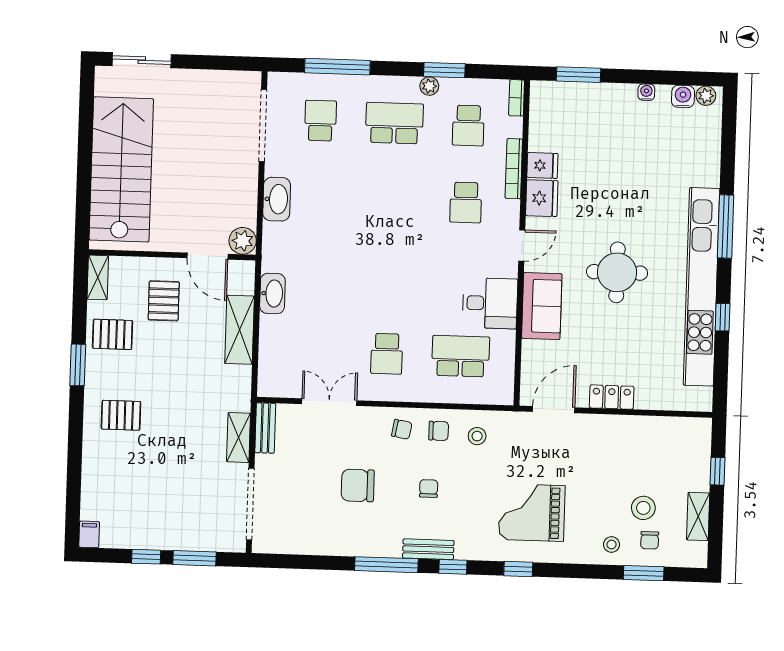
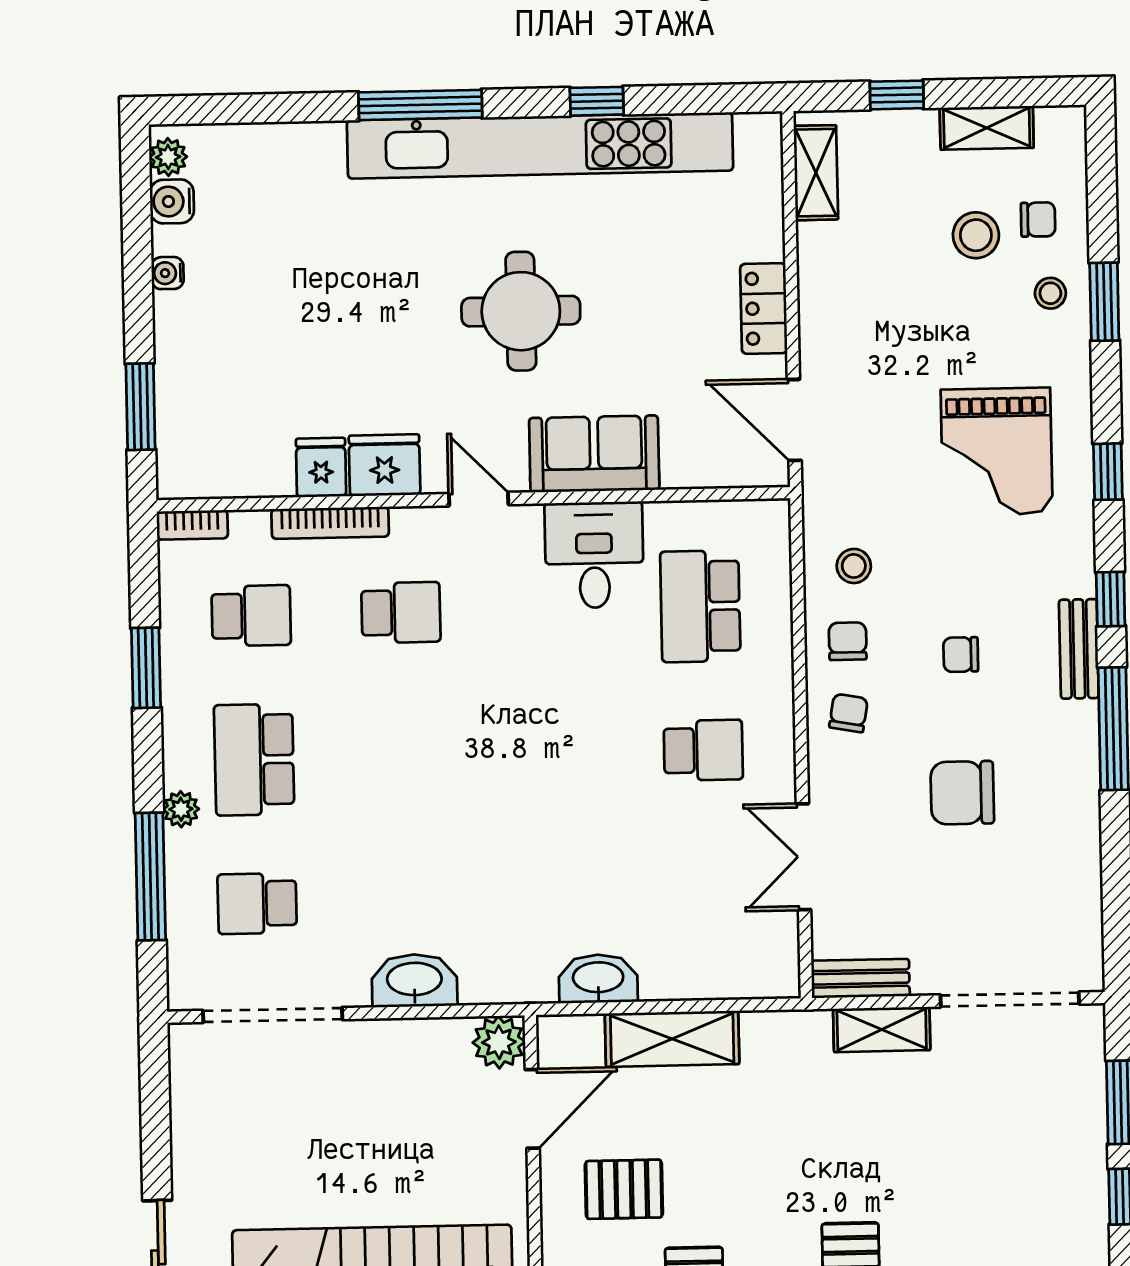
plant: (429, 86) -> (181, 809), moved
shelving: (680, 428) -> (816, 173), added
chair: (358, 485) -> (962, 793), turned 90
window: (644, 573) -> (1104, 302), moved

